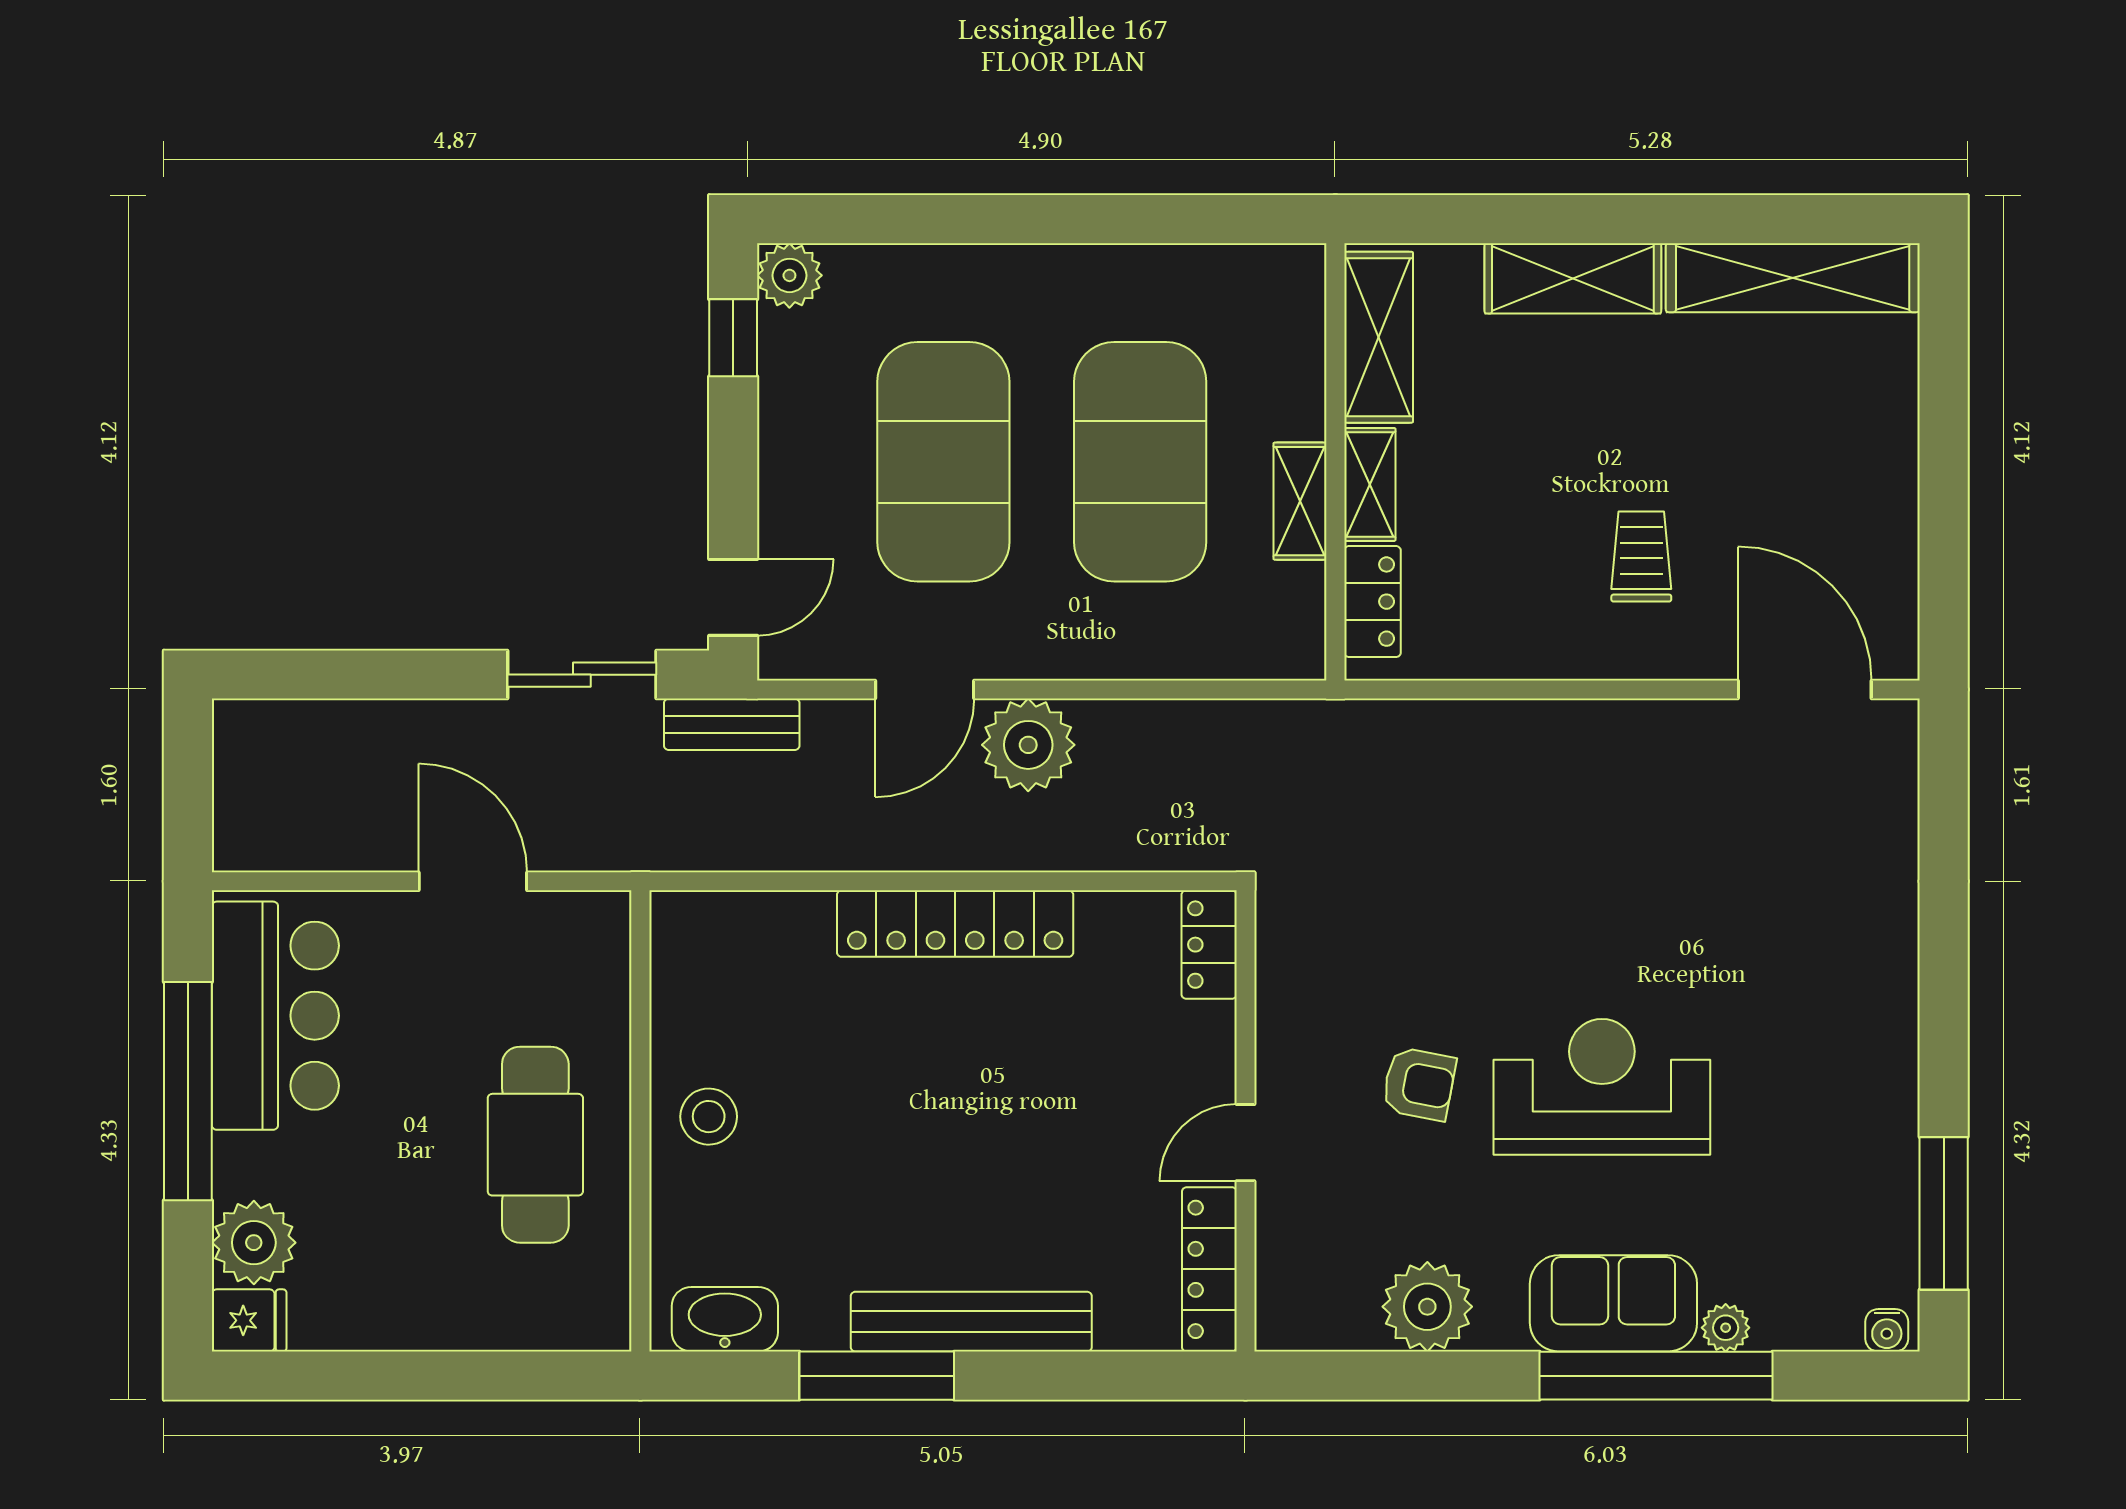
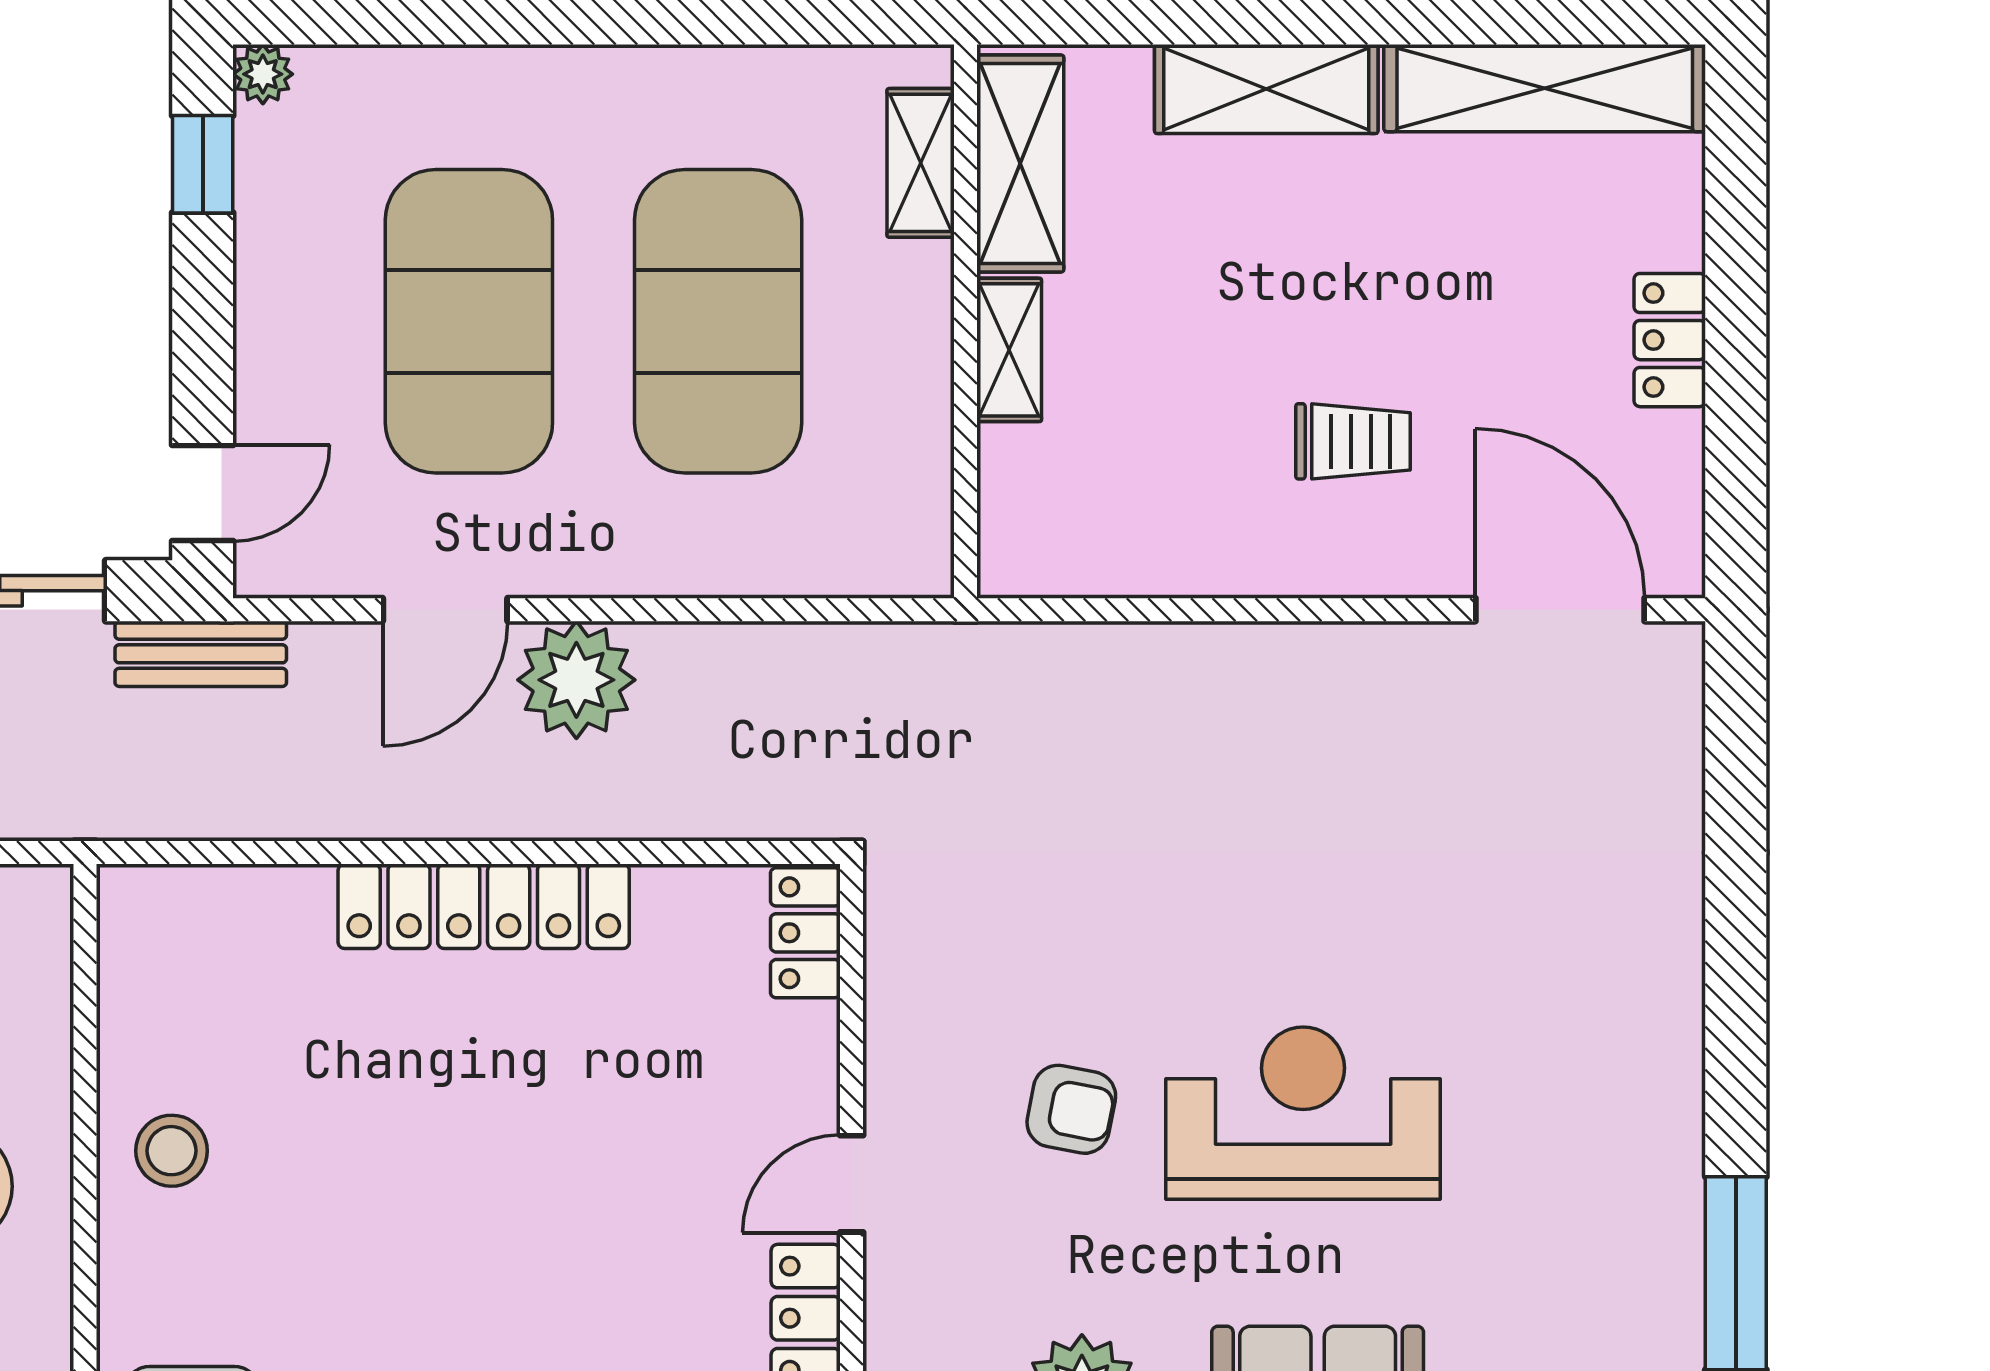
plant: (789, 275) -> (263, 74), width x0.73, depth x0.73
shelving: (1300, 501) -> (921, 163), moved
trolley: (1641, 557) -> (1353, 441), turned 90
locker: (1372, 602) -> (1670, 340), moved, turned 180

